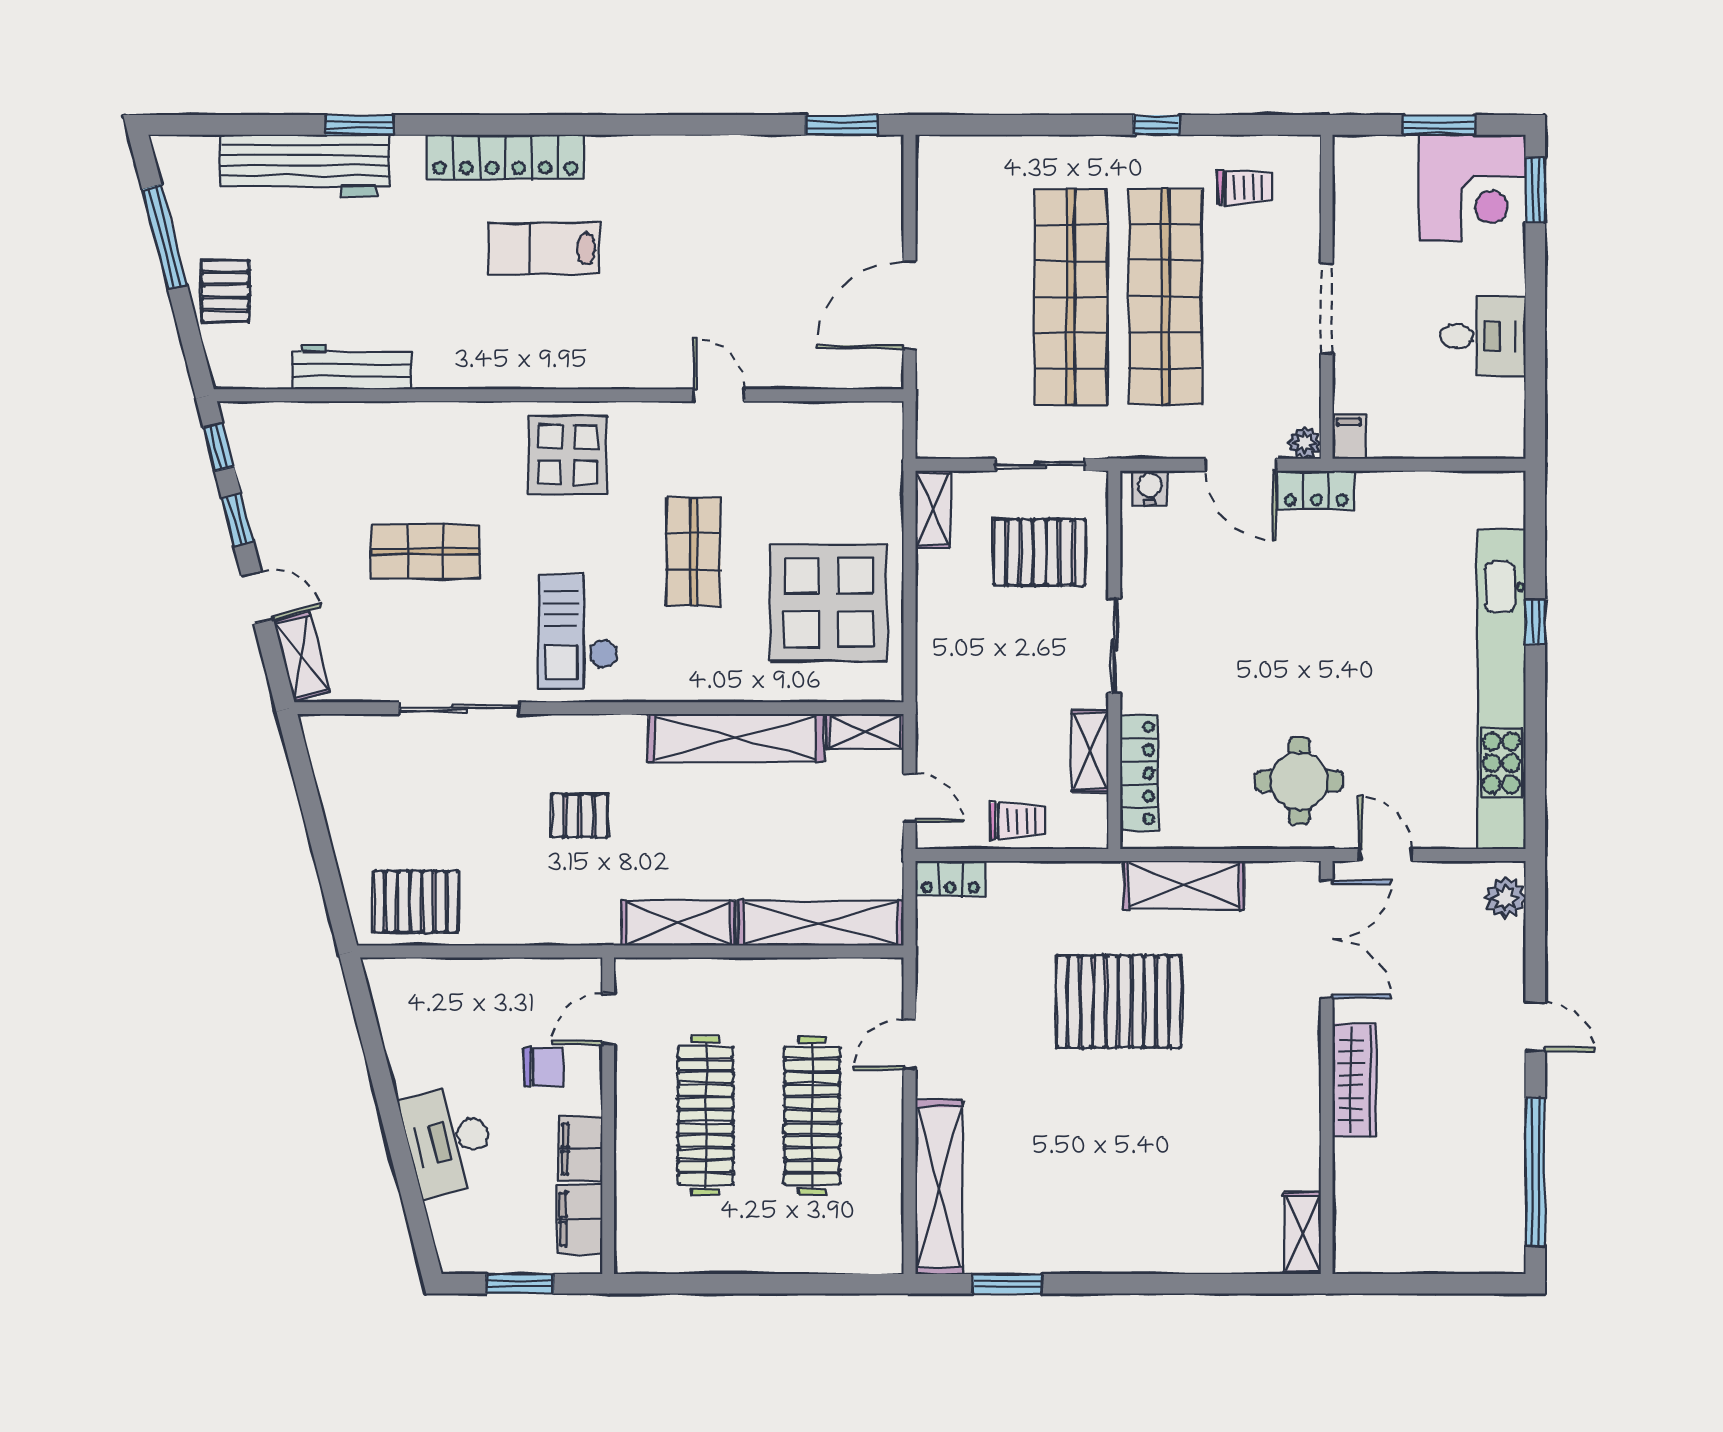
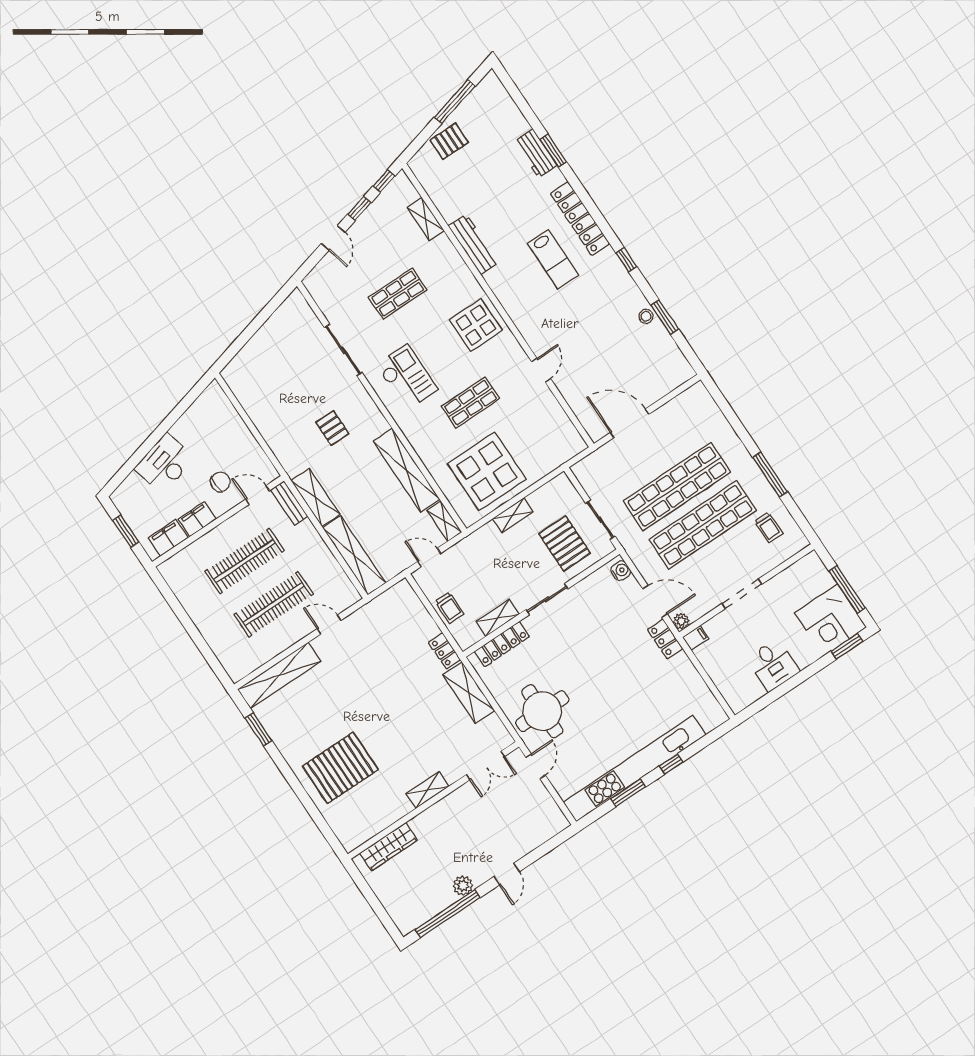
window: (628, 125) -> (626, 260), added
window: (842, 125) -> (665, 317), moved
window: (1156, 125) -> (770, 475), width x2.17
window: (1439, 125) -> (847, 589), width x1.44
stool: (746, 156) -> (646, 316), added
workbench: (305, 165) -> (536, 153), width x0.53, depth x0.76
lab bench: (544, 249) -> (553, 259), turned 180
workbench: (352, 367) -> (473, 244), moved
door: (1241, 465) -> (655, 601), swing flipped
shelving: (933, 509) -> (513, 515), moved
shop shelf: (425, 552) -> (398, 294), turned 90
checkout: (578, 631) -> (407, 377), turned 90
shelving: (302, 657) -> (426, 219), moved, turned -76
window: (1535, 728) -> (628, 793), added
round table: (1299, 781) -> (542, 711), width x1.36, depth x1.36
door: (909, 798) -> (429, 557), swing flipped
locker: (950, 878) -> (444, 651), moved
plant: (1505, 898) -> (463, 886), moved
pallet: (416, 902) -> (253, 385), removed
double door: (1327, 939) -> (485, 765), width x0.73
bench: (658, 974) -> (289, 503), added
pallet: (1118, 1002) -> (340, 768), moved, turned 90
chair: (544, 1067) -> (220, 482), turned -90
wardrobe: (1354, 1080) -> (389, 847), moved
shelving: (1303, 1233) -> (427, 790), moved

